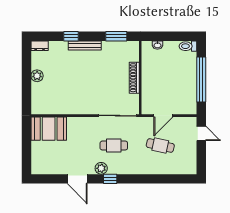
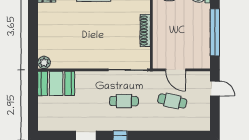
plant: (37, 76) -> (44, 63), moved
door: (163, 116) -> (176, 70), hinge flipped
plant: (101, 168) -> (111, 125), removed

